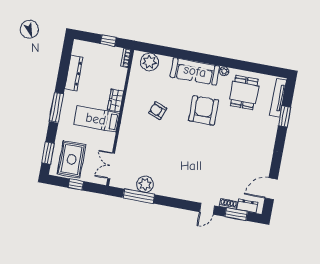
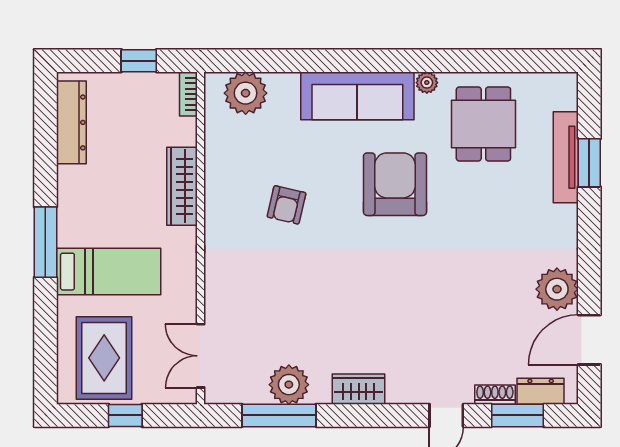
dresser: (74, 73) -> (71, 122), moved
tv unit: (278, 98) -> (566, 157), moved
wardrobe: (115, 100) -> (182, 186), width x1.50
armchair: (158, 111) -> (286, 205), turned -98
bed: (96, 119) -> (109, 272), moved, turned 180
window: (48, 153) -> (45, 353), removed
plant: (262, 166) -> (557, 289), added
wardrobe: (173, 191) -> (359, 389), added

